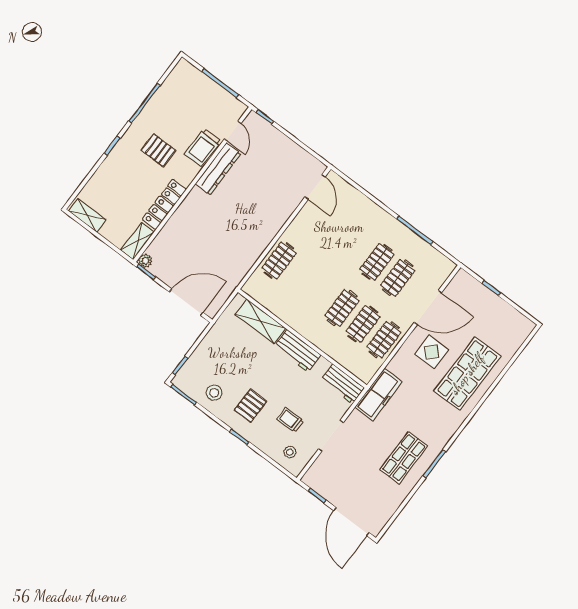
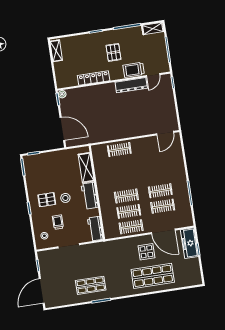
shelving: (138, 241) -> (153, 28), moved
stool: (214, 393) -> (65, 198), moved
freezer: (379, 395) -> (189, 243), moved, turned 90

